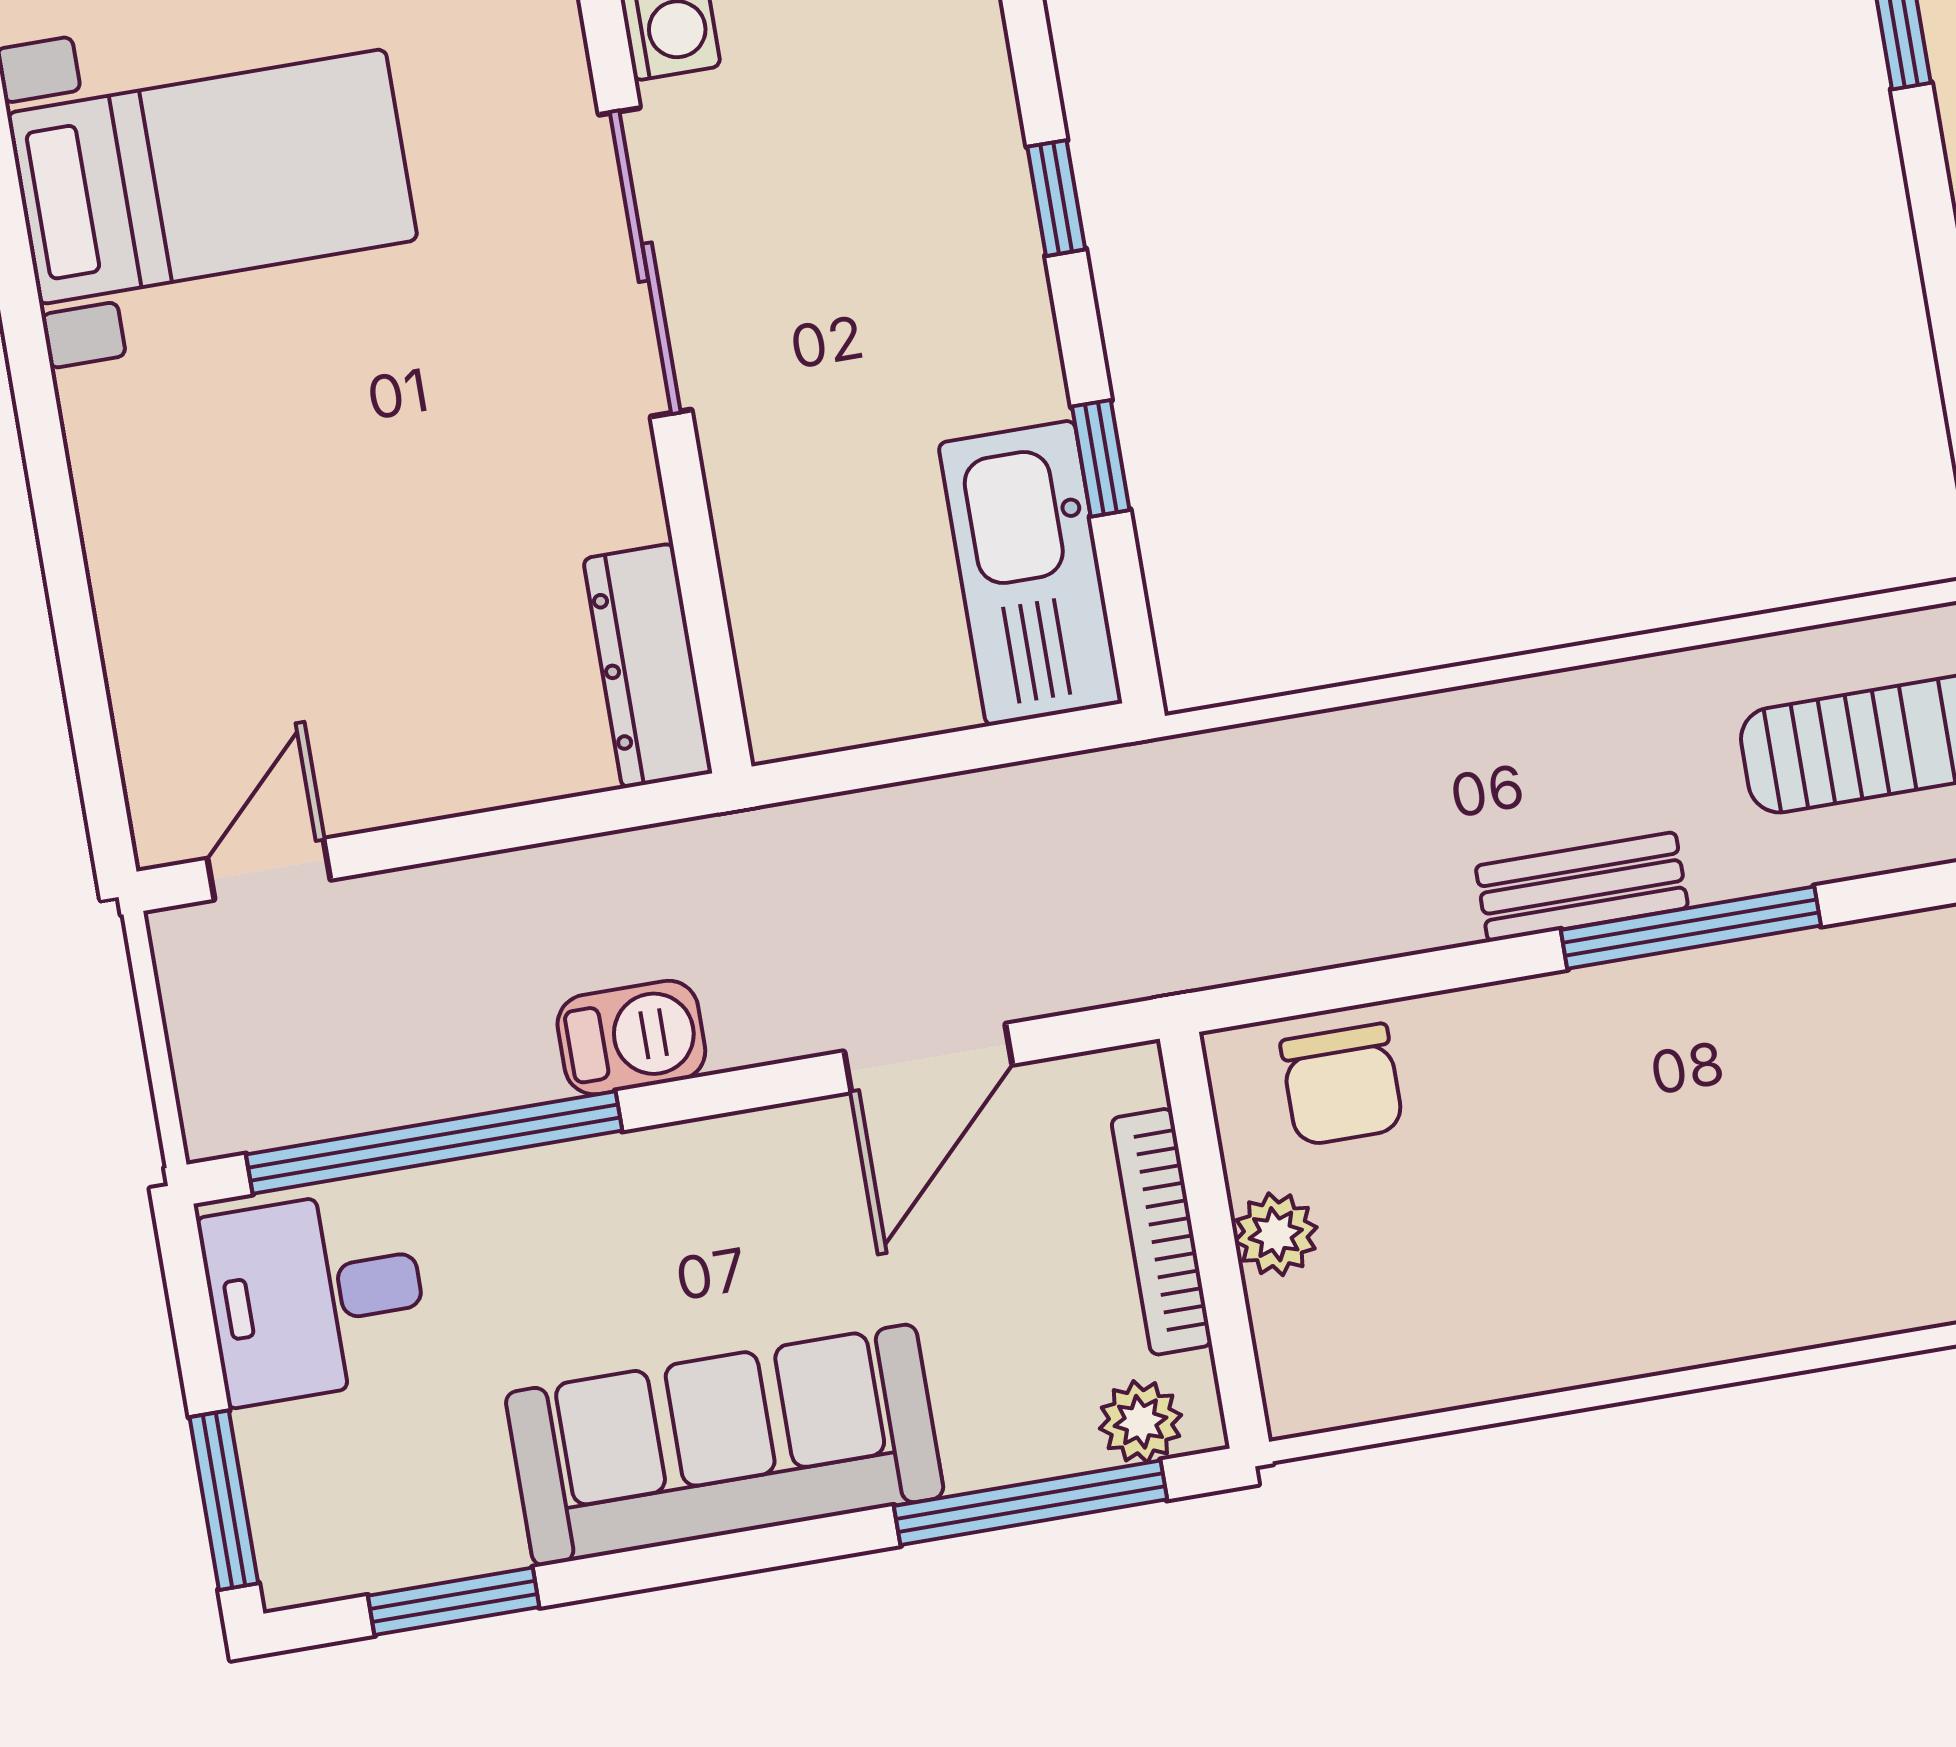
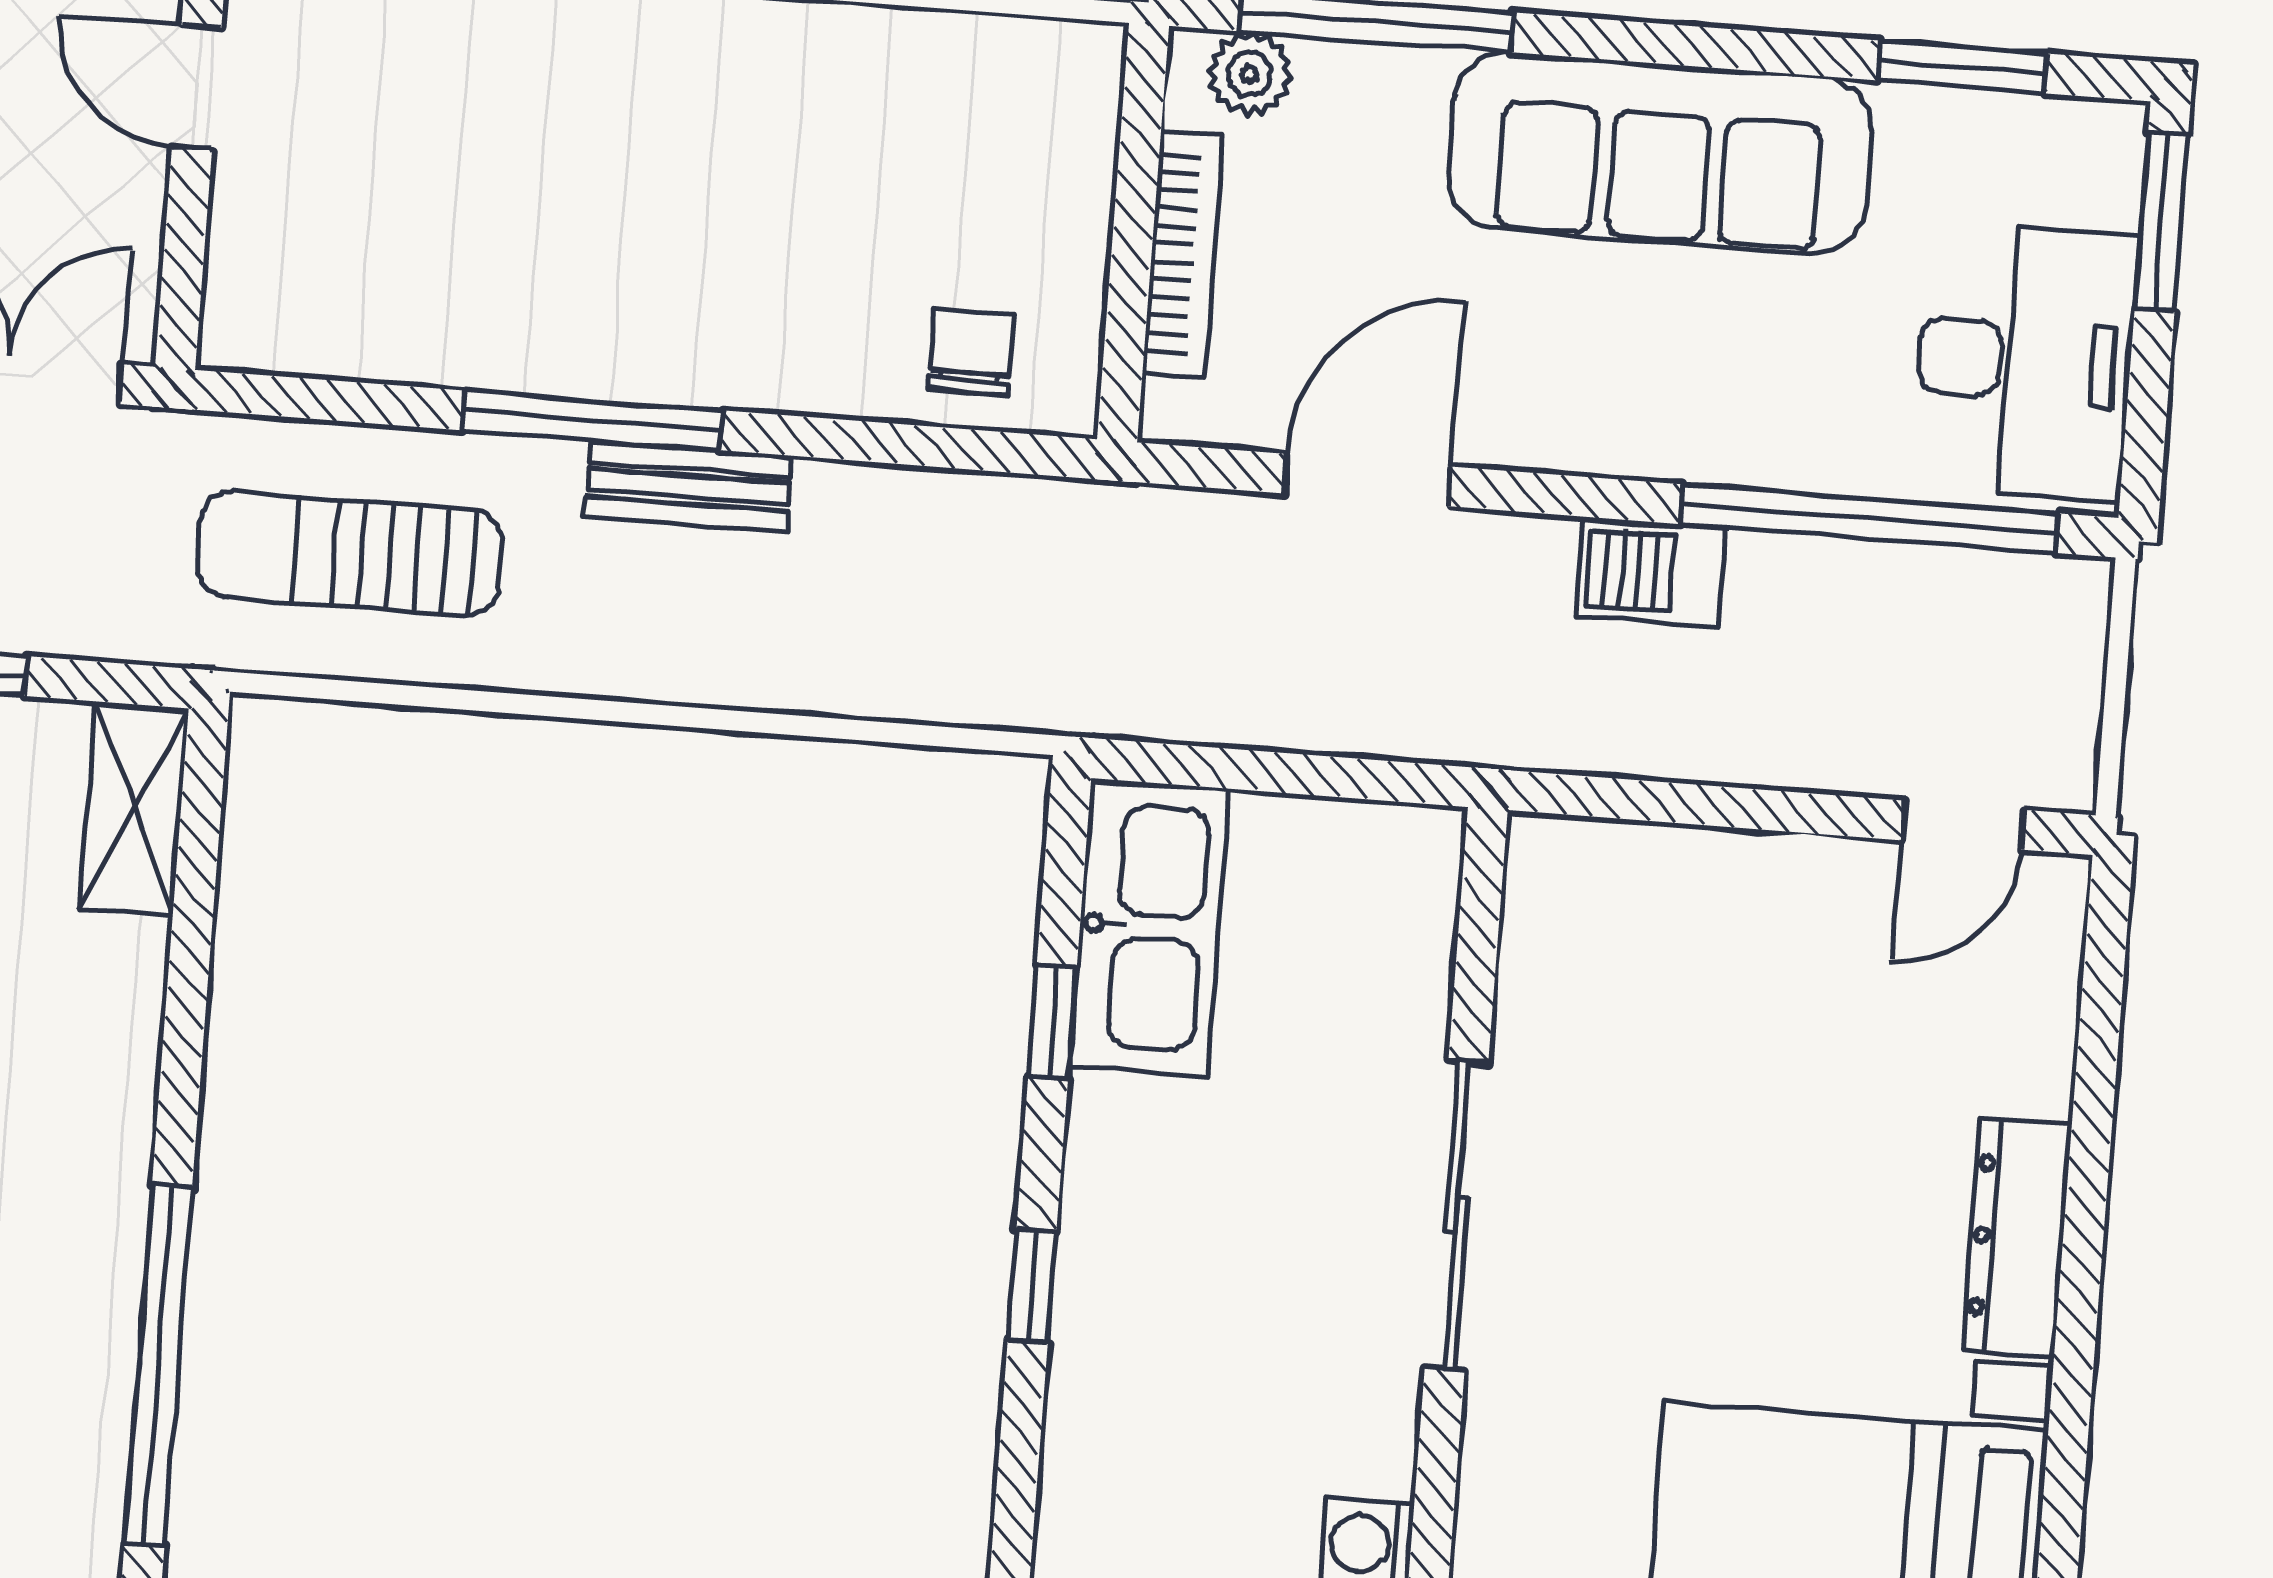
sliding door: (645, 262) -> (1457, 1215), moved
dresser: (648, 666) -> (2017, 1238), moved, turned 180
chair: (1342, 1085) -> (971, 353), width x0.73, depth x0.73
plant: (1276, 1234) -> (1072, 223), removed
desk: (315, 1296) -> (2025, 362), width x1.37

